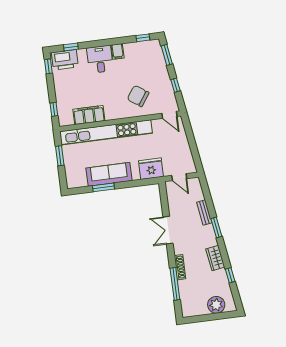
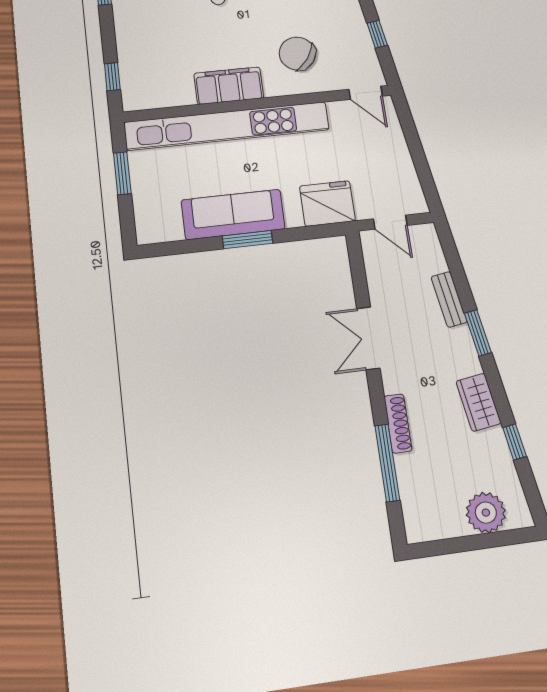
filing cabinet: (89, 115) -> (229, 86), moved
window: (103, 187) -> (248, 240), moved

